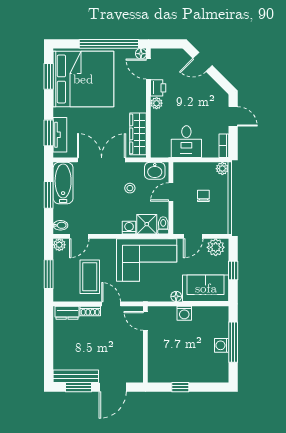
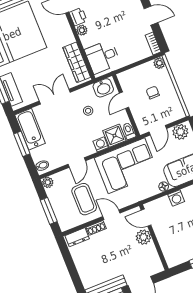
desk: (186, 142) -> (102, 57), moved, turned 90
double door: (102, 160) -> (55, 97), width x0.73
door: (79, 236) -> (77, 163), moved
plant: (135, 340) -> (143, 237), added

